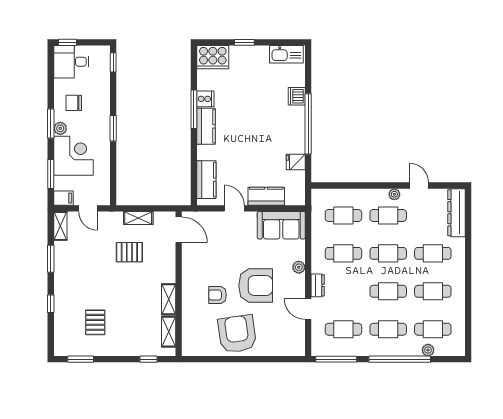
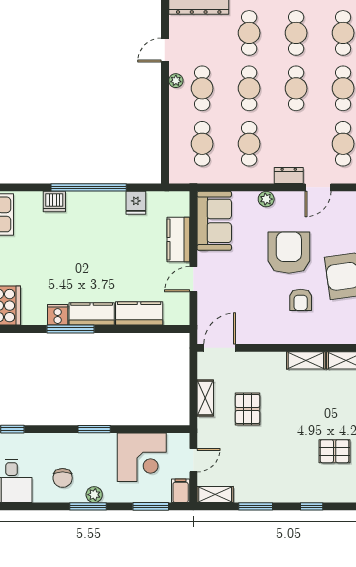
corner desk: (73, 156) -> (142, 457), moved, turned 180
kitchen counter: (206, 180) -> (139, 313), moved

